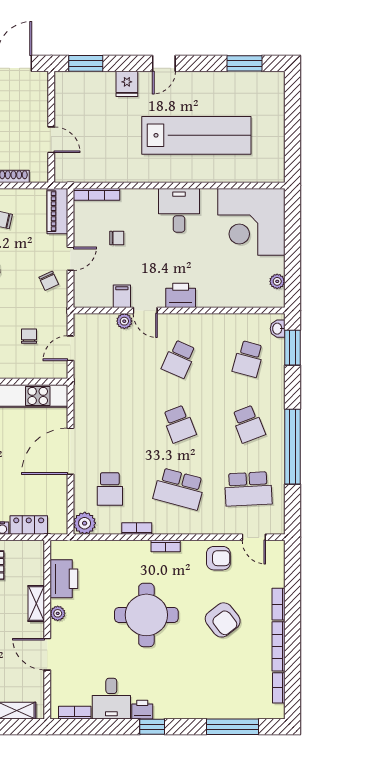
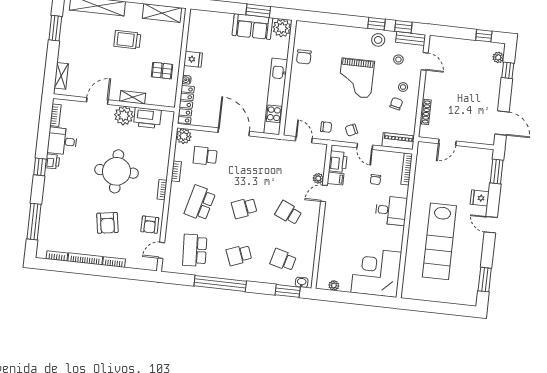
desk: (179, 210) -> (391, 210), moved
printer: (181, 295) -> (338, 162), moved
chair: (29, 336) -> (326, 127), moved
locker: (29, 525) -> (186, 105), width x1.53
plant: (58, 613) -> (124, 116), width x1.88, depth x1.88
armchair: (223, 620) -> (107, 223), turned -61

